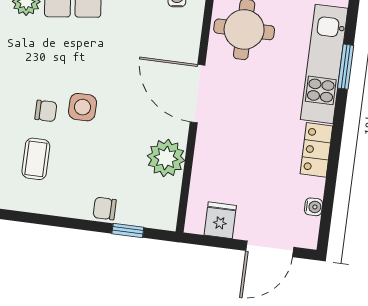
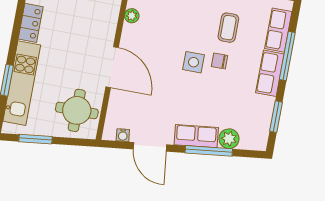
plant: (166, 158) -> (132, 16), width x0.53, depth x0.53

